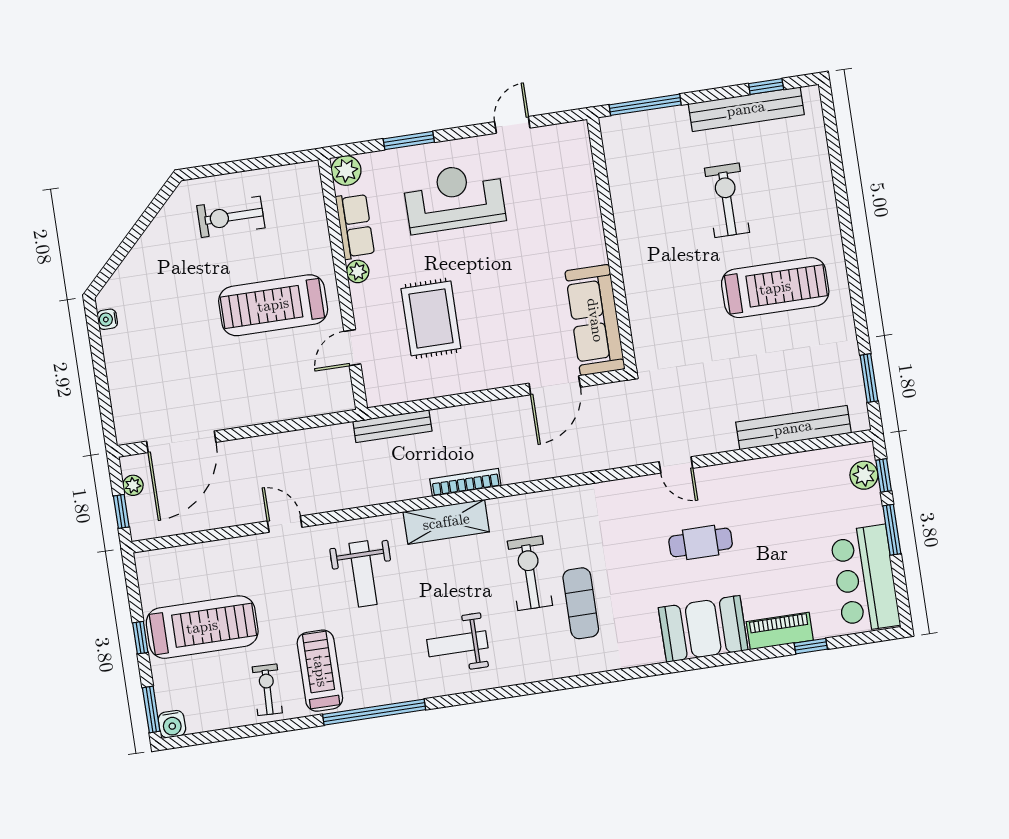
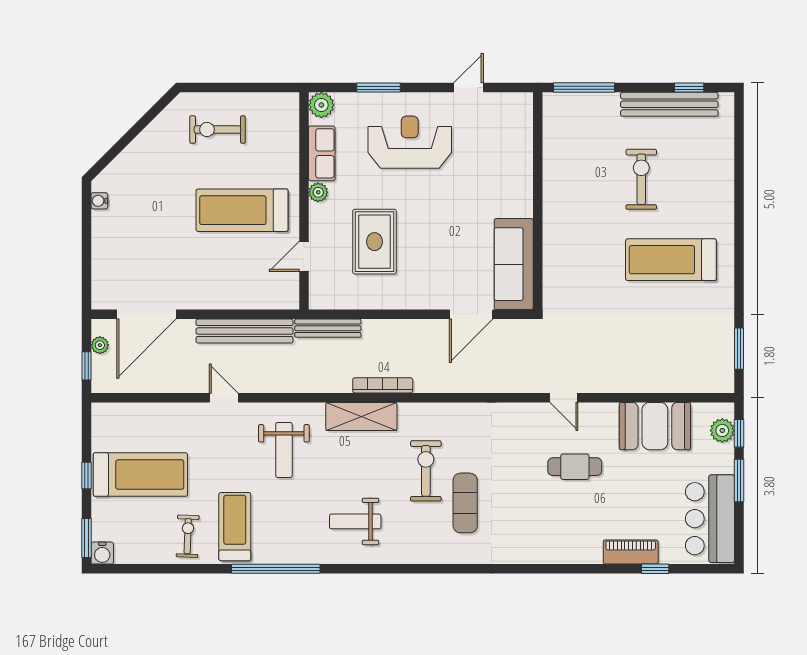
treadmill: (775, 288) -> (671, 260), turned 180
bench: (793, 428) -> (245, 331), moved
booth: (703, 629) -> (655, 426), moved

